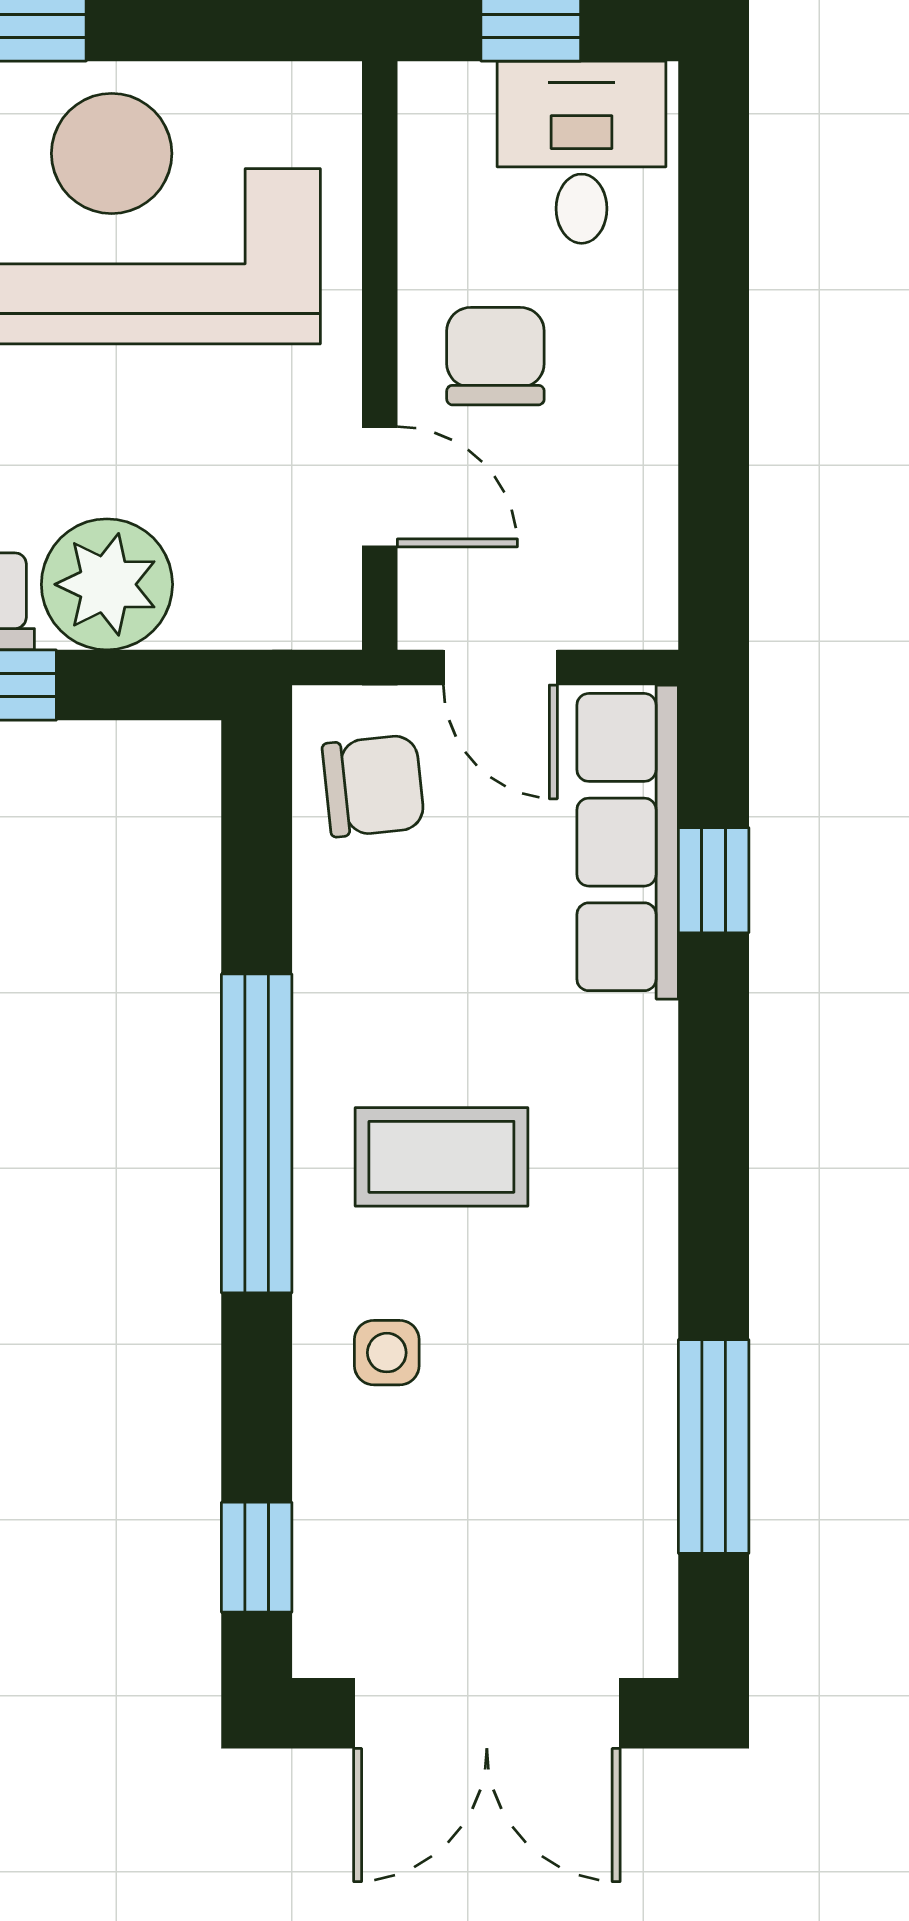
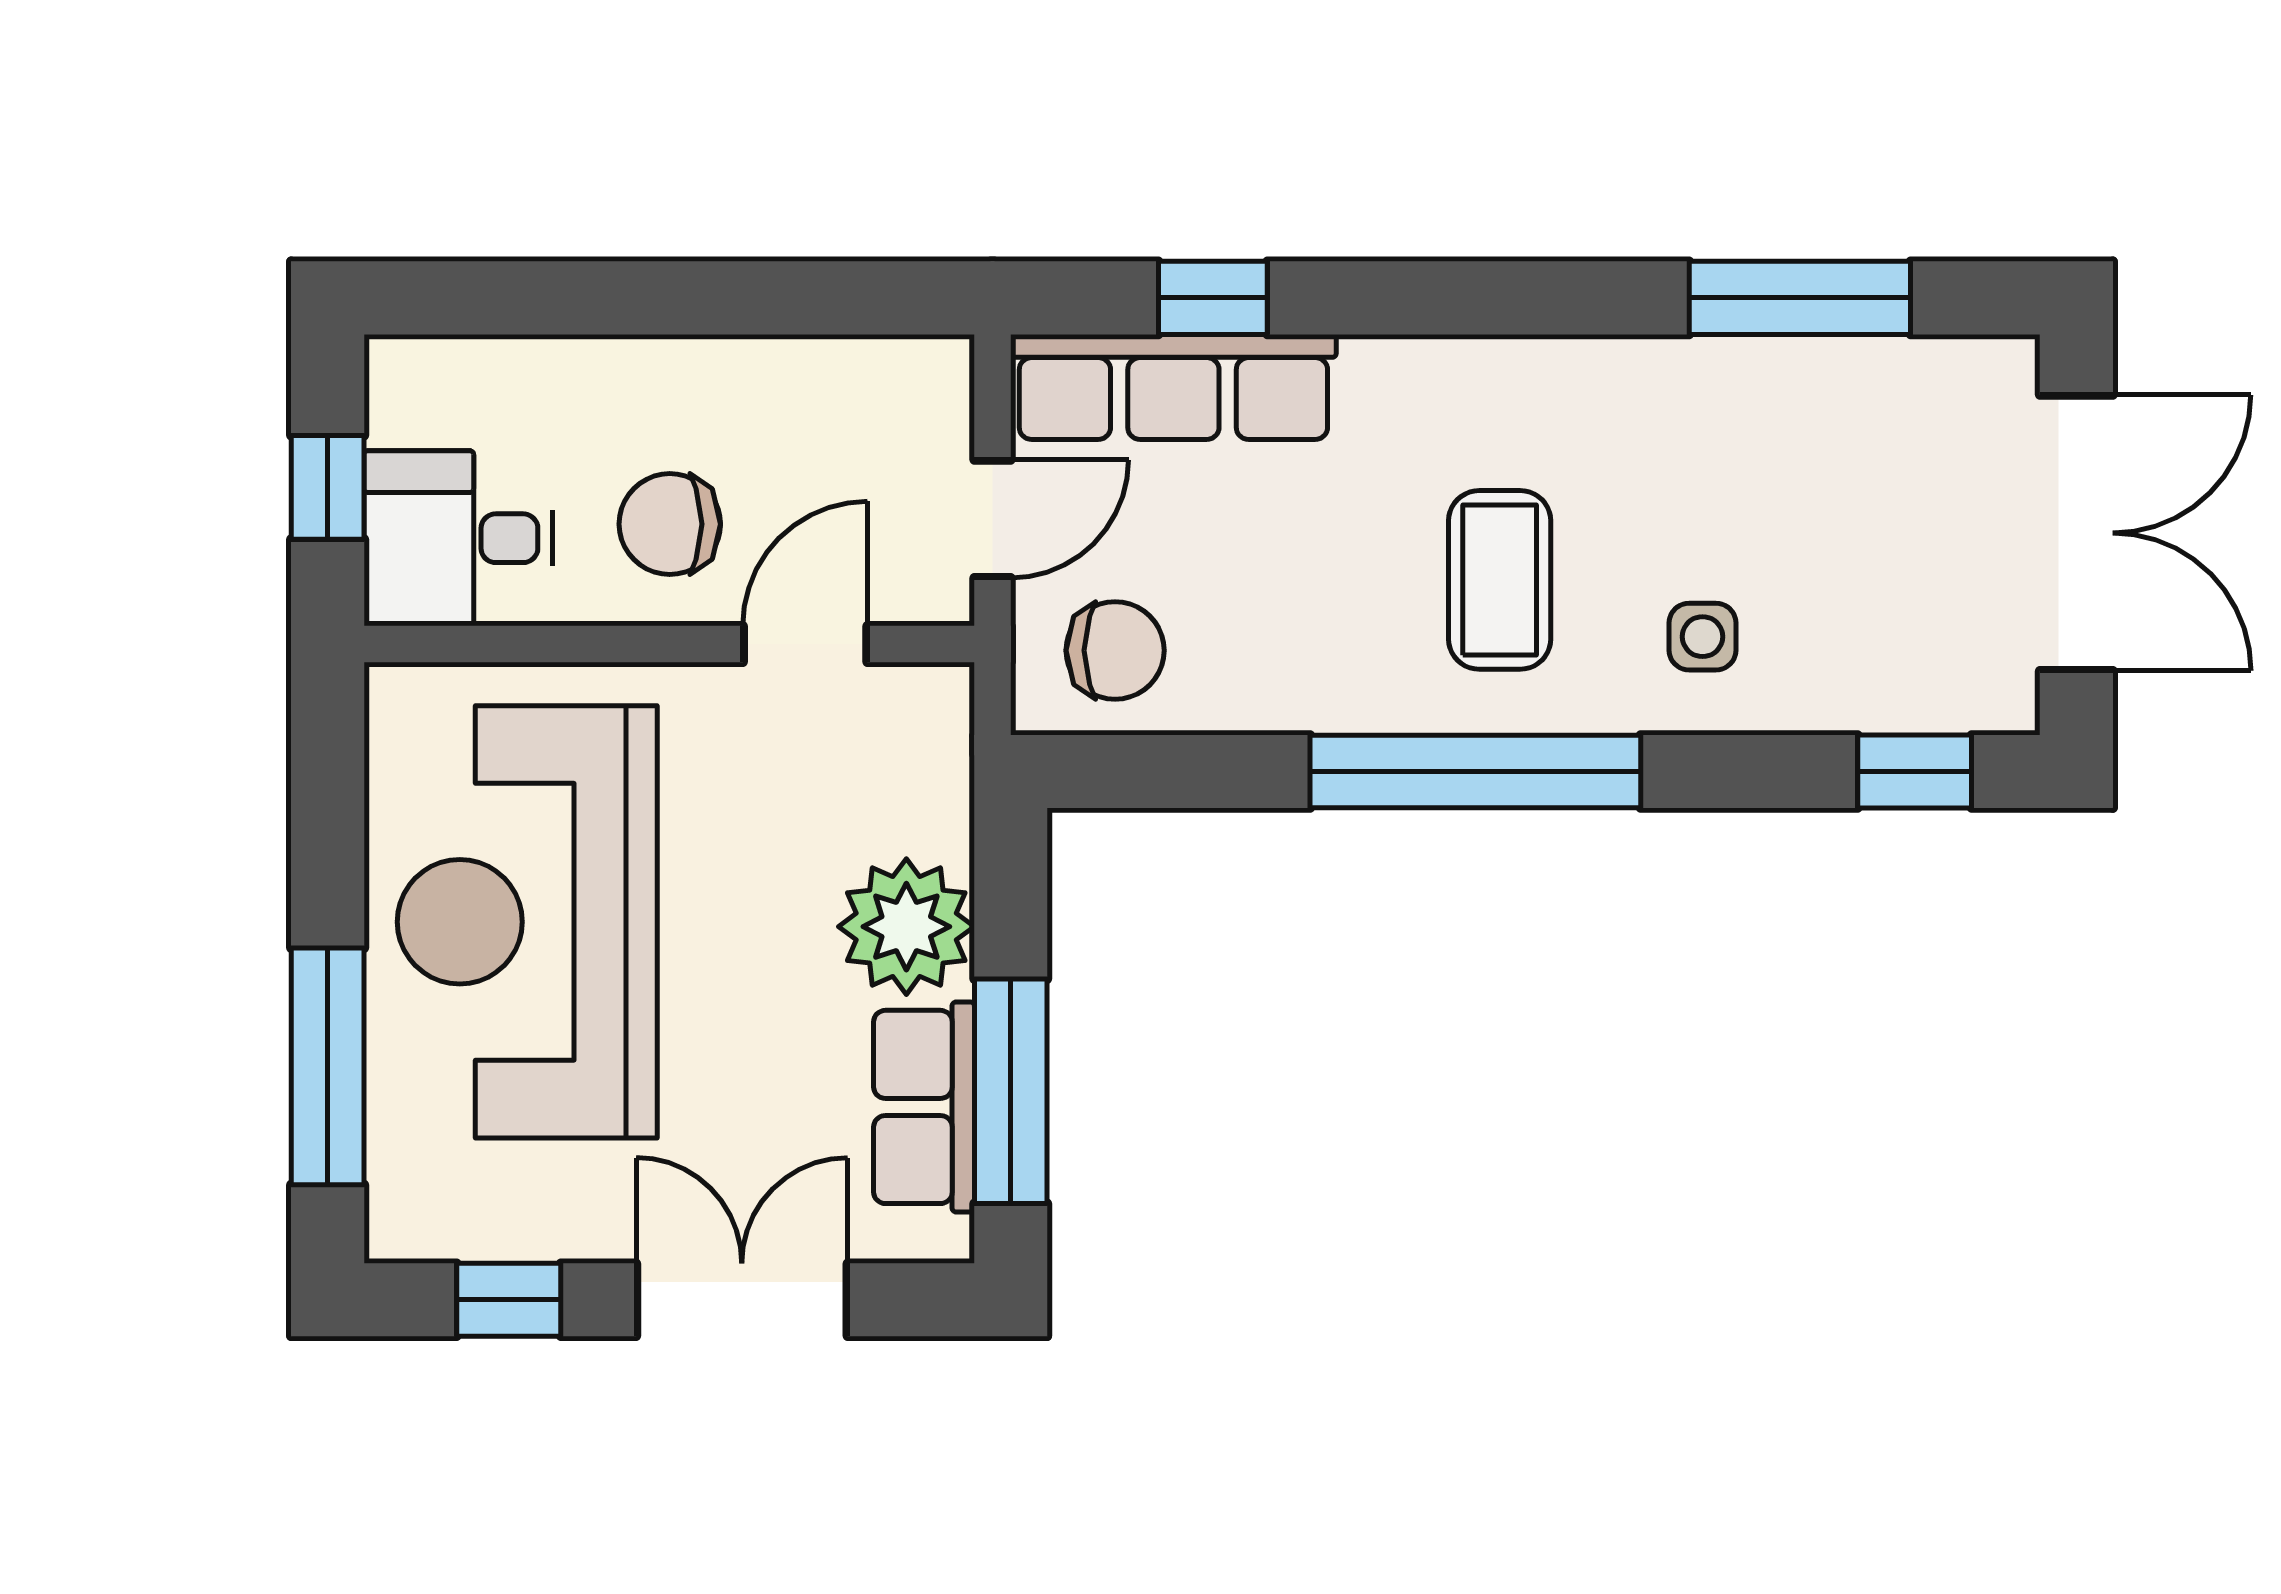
desk: (582, 152) -> (458, 538), moved
chair: (373, 786) -> (1115, 650), turned 96

